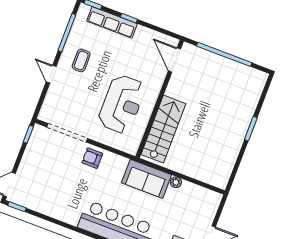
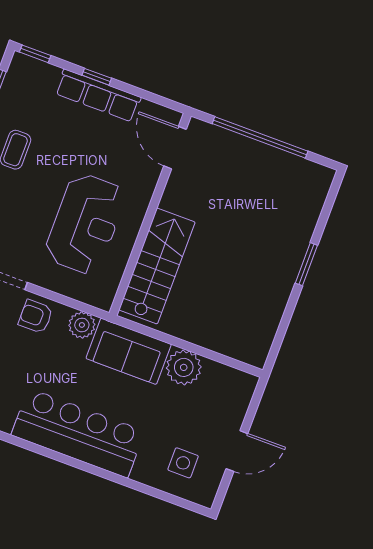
row of seats: (112, 22) -> (98, 95), moved
plant: (119, 163) -> (82, 325), added
plant: (176, 182) -> (184, 367), width x1.88, depth x1.88

